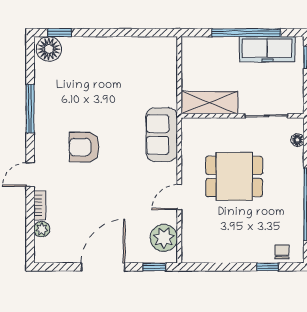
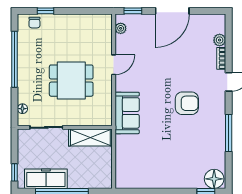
plant: (164, 238) -> (121, 28), width x0.53, depth x0.53

